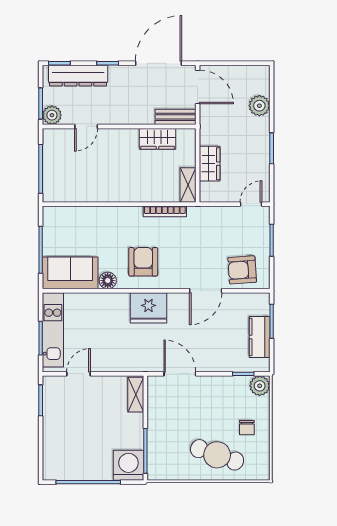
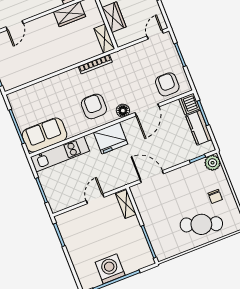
armchair: (242, 270) -> (167, 84), turned 94
floor lamp: (108, 281) -> (123, 111), moved
dishwasher: (259, 304) -> (189, 104), added
kitchen unit: (53, 330) -> (60, 154), moved, turned 90
door: (78, 374) -> (95, 199), moved
washing machine: (128, 465) -> (110, 269), moved

